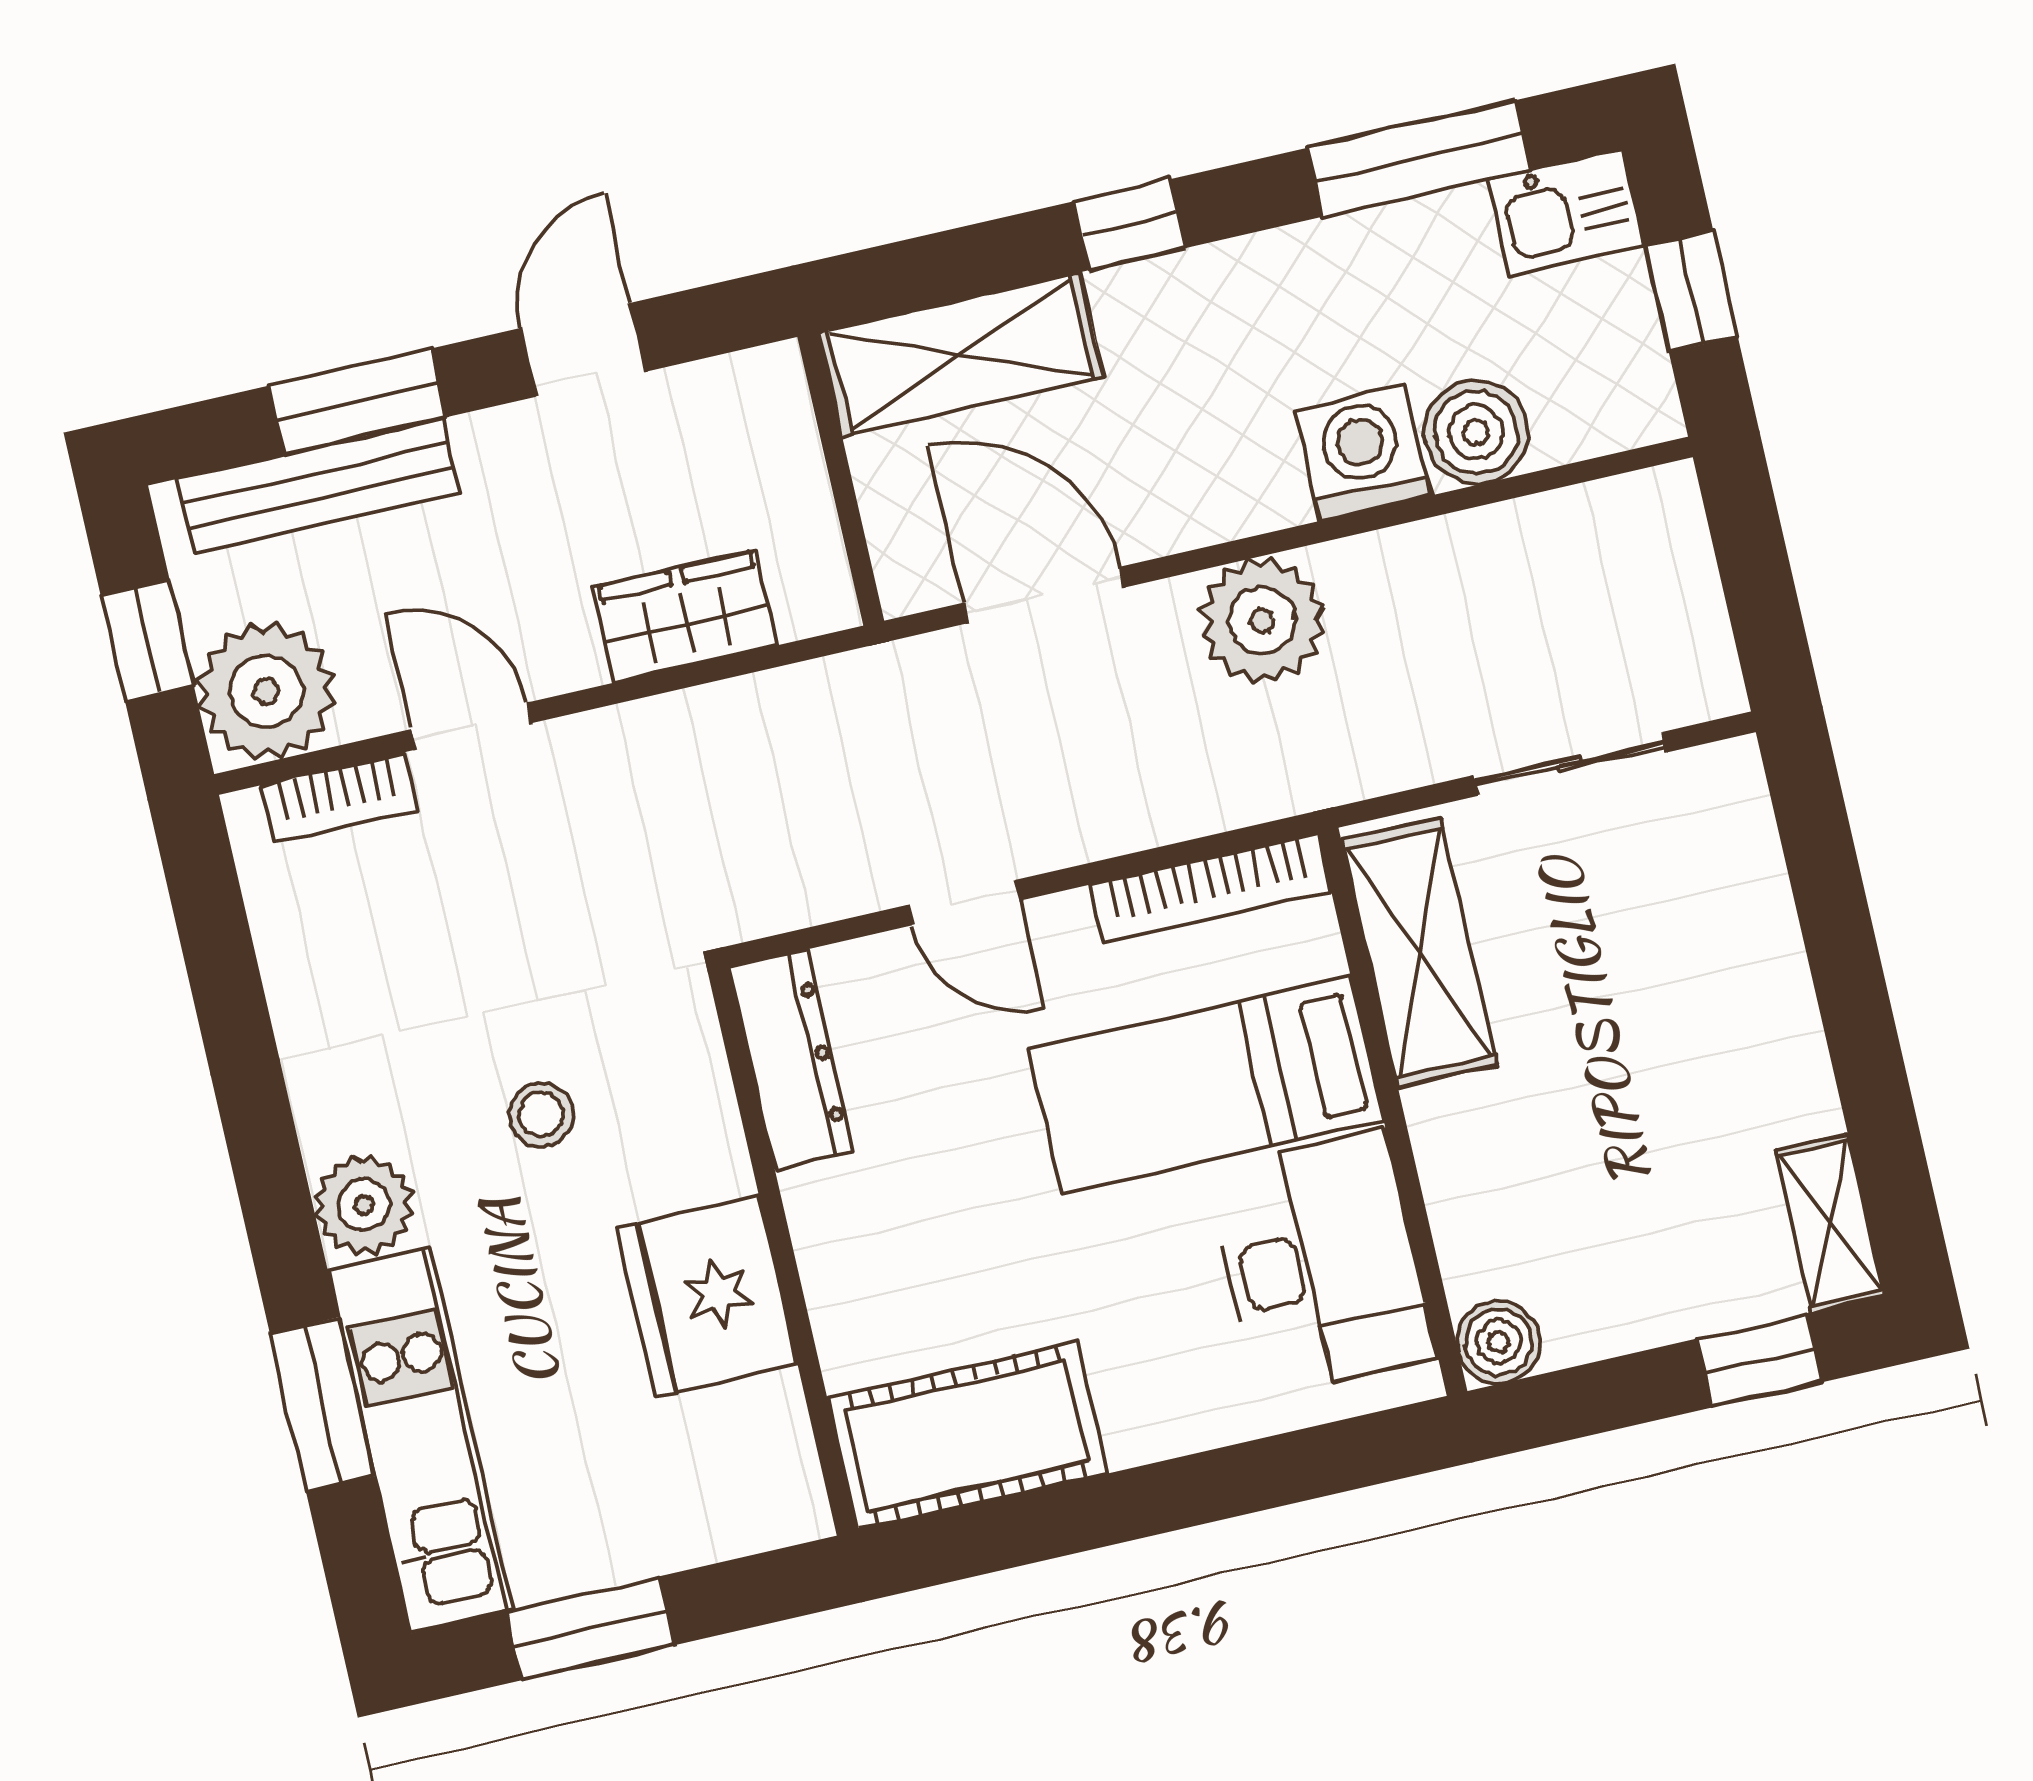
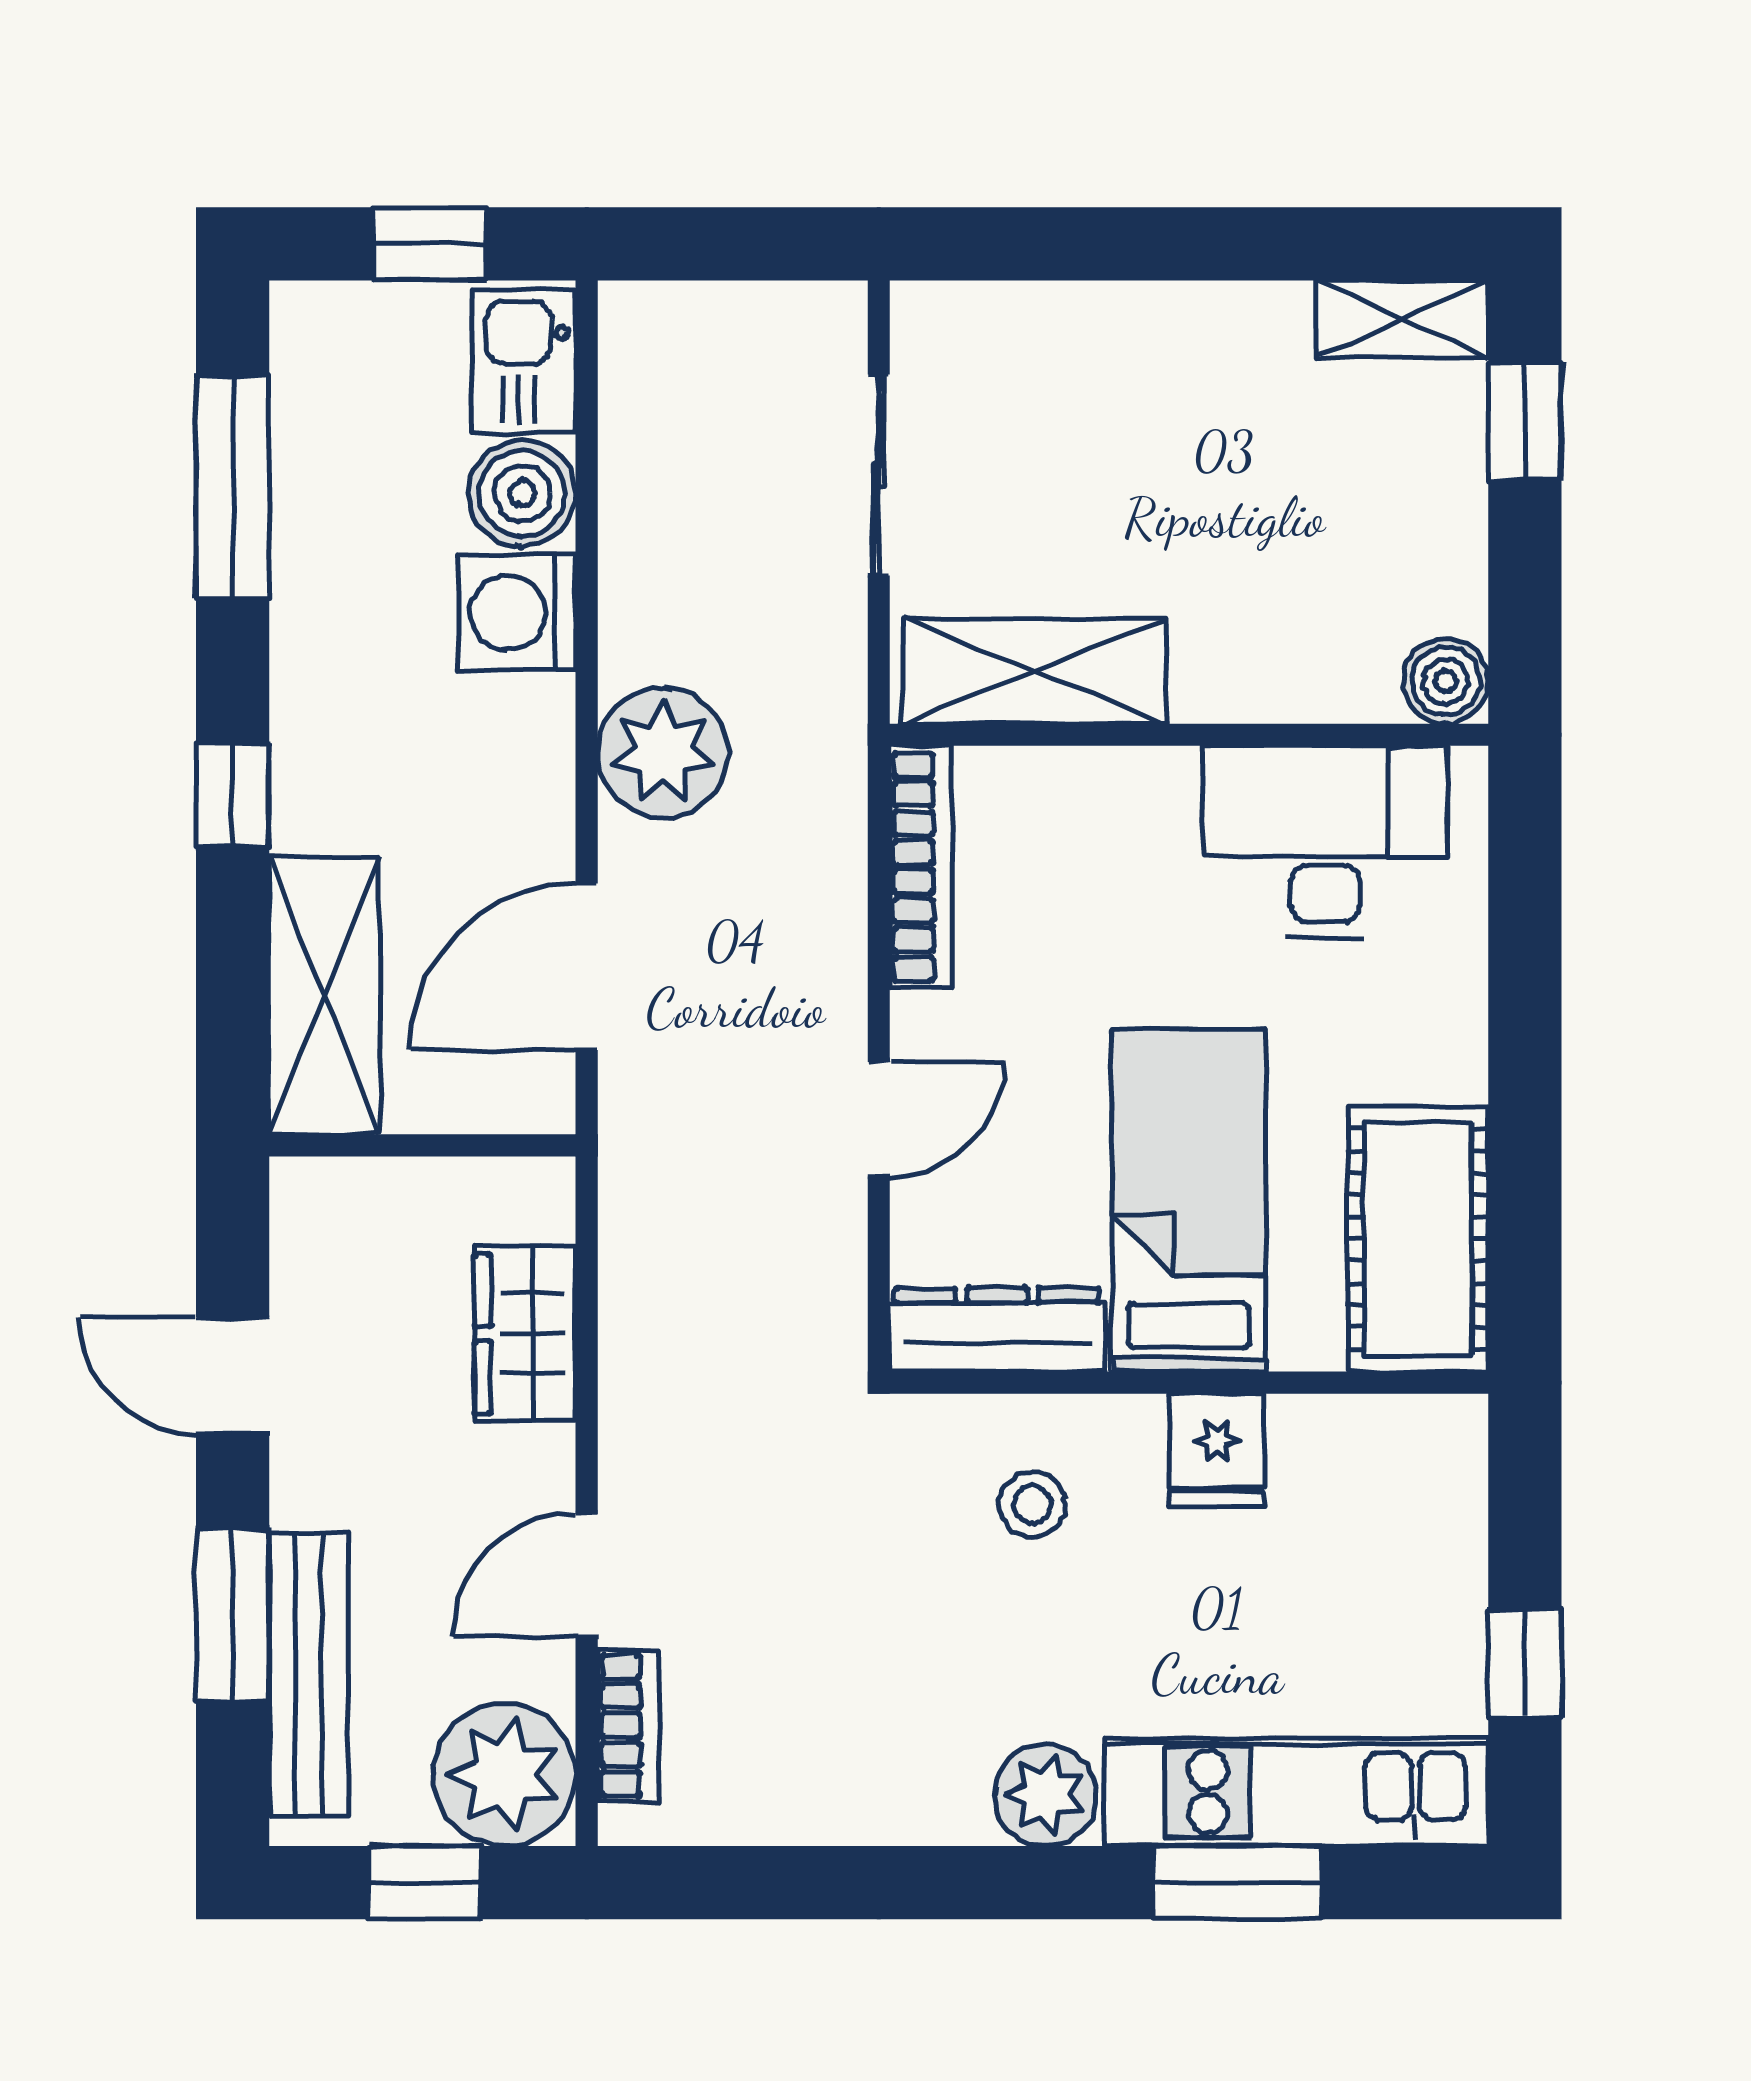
kitchen sink: (1566, 212) -> (524, 361), moved, turned 180
bed: (1206, 1085) -> (1189, 1201), moved, turned 180
stool: (541, 1115) -> (1032, 1505), moved
fridge: (707, 1296) -> (1217, 1450), width x0.53, depth x0.75
window: (591, 1628) -> (1525, 1664), width x0.67

